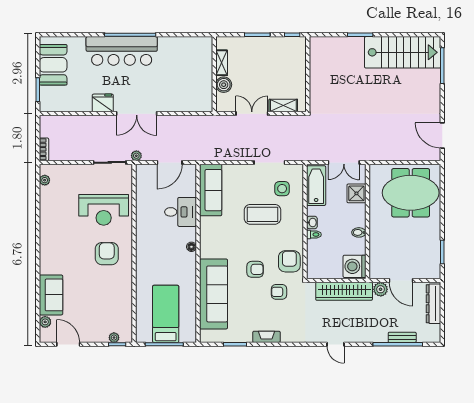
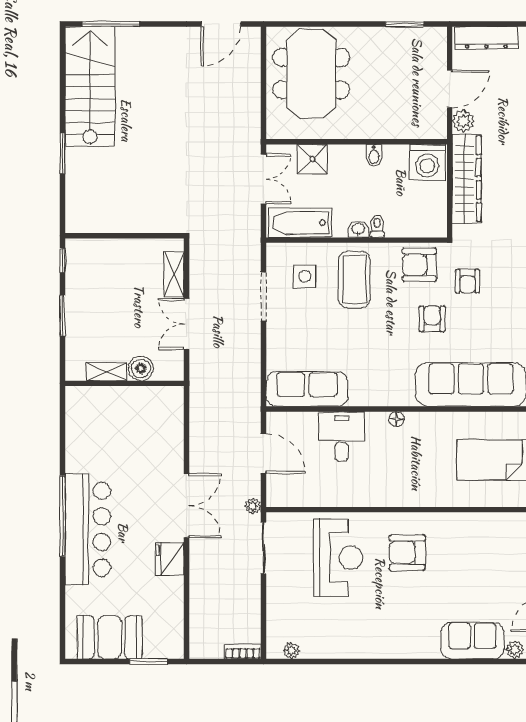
coffee table: (262, 214) -> (354, 279), moved

